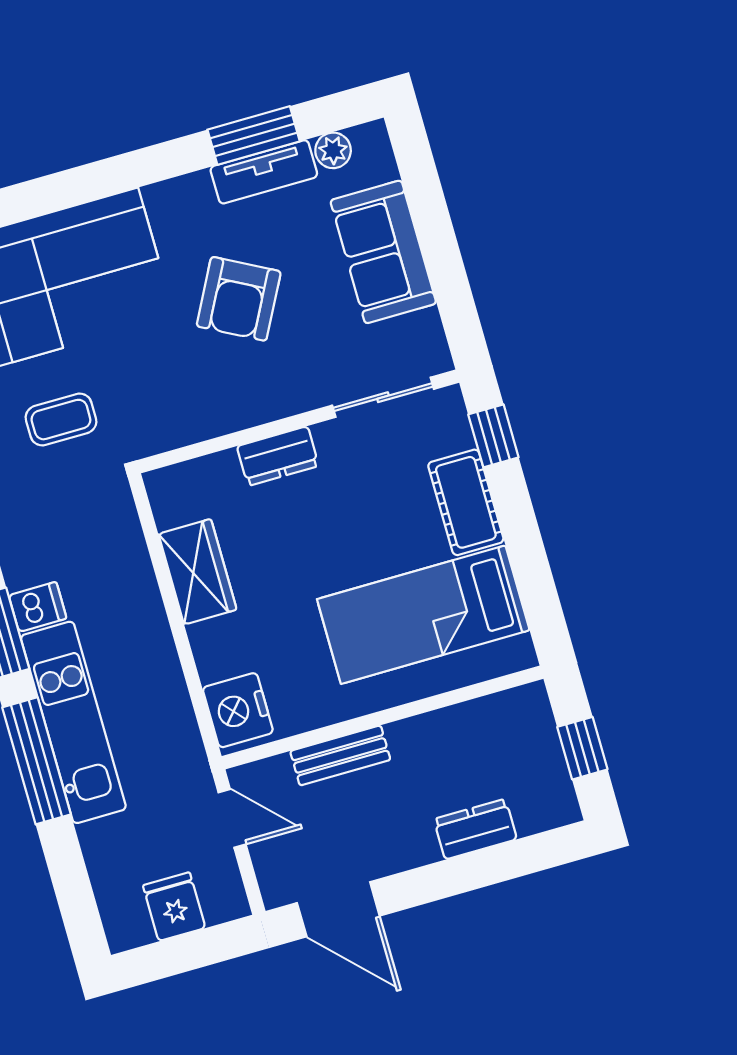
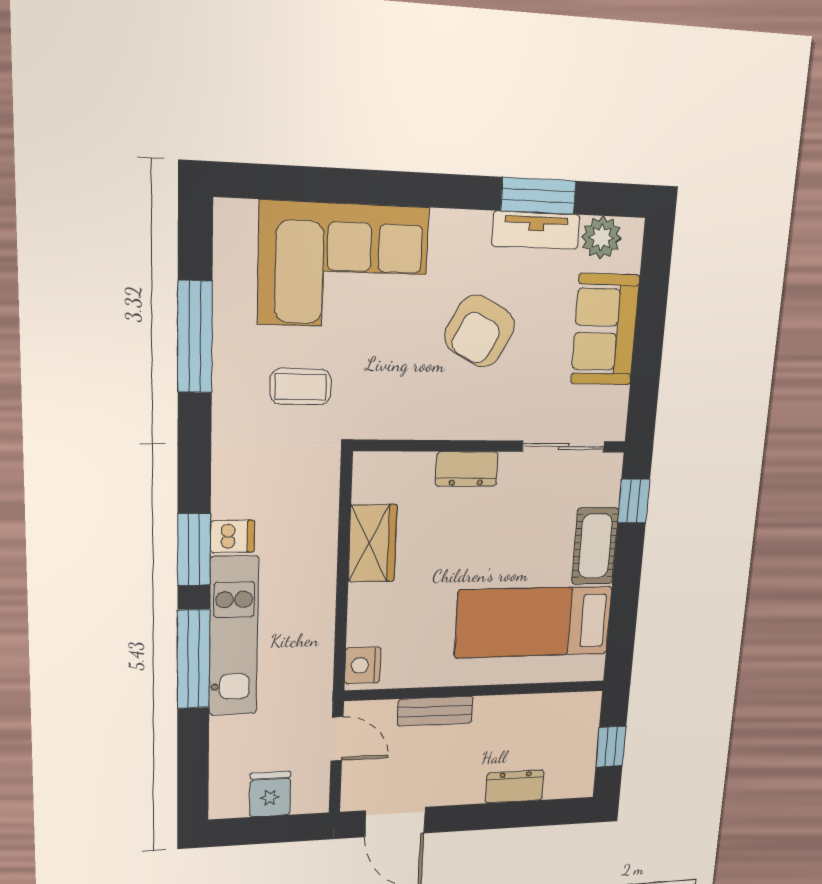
plant: (333, 150) -> (601, 238), width x1.38, depth x1.38
nightstand: (238, 710) -> (363, 665), width x0.74, depth x0.75

